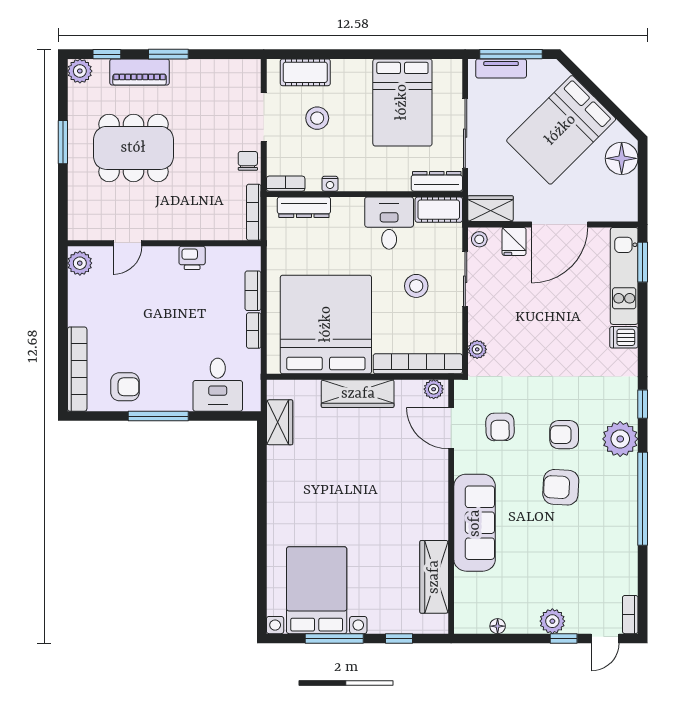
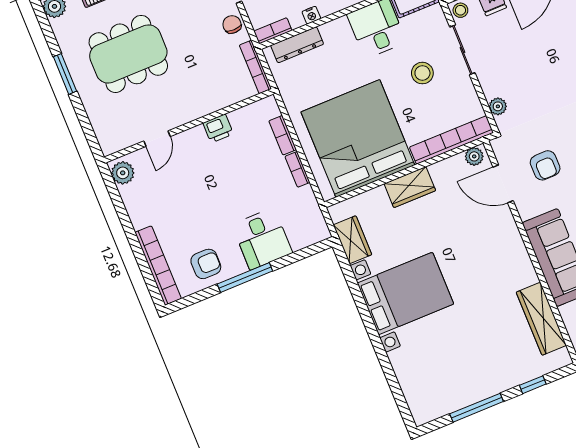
desk: (218, 385) -> (262, 239), moved
wardrobe: (358, 394) -> (410, 187), width x0.67
bed with nightstands: (317, 590) -> (405, 294), moved, turned 90

